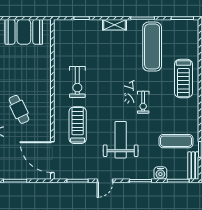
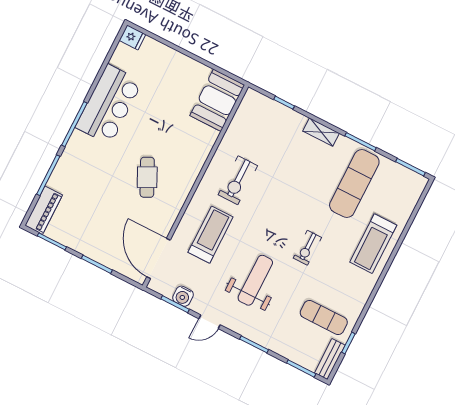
booth: (24, 32) -> (217, 100), moved, turned 90
water cooler: (160, 173) -> (183, 296), moved

